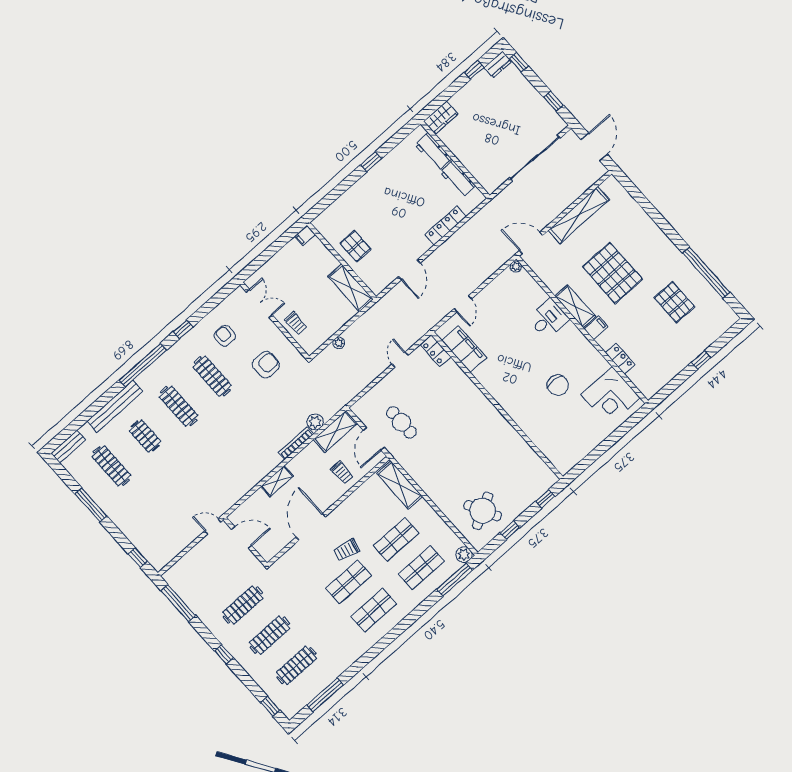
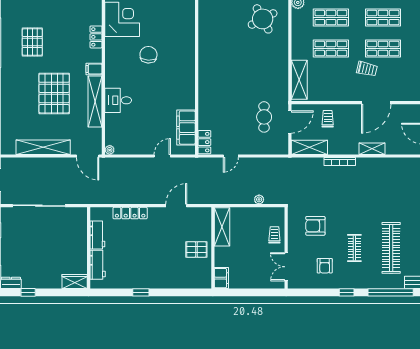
filing cabinet: (305, 235) -> (221, 278), width x2.00
pallet: (355, 246) -> (196, 249), turned 90
shelving: (575, 306) -> (95, 101), width x1.47
clothes rail: (212, 376) -> (354, 248), width x0.73
clothes rail: (179, 406) -> (391, 248), width x1.37, depth x1.31
plant: (315, 422) -> (316, 164), removed

